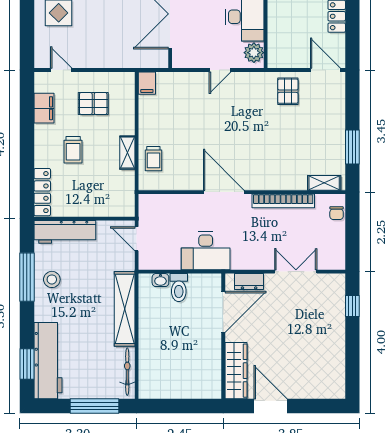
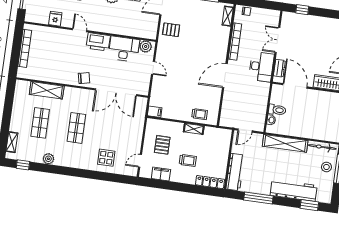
desk: (206, 251) -> (261, 67), moved
stool: (52, 279) -> (326, 167), moved
workbench: (48, 361) -> (294, 190), moved

